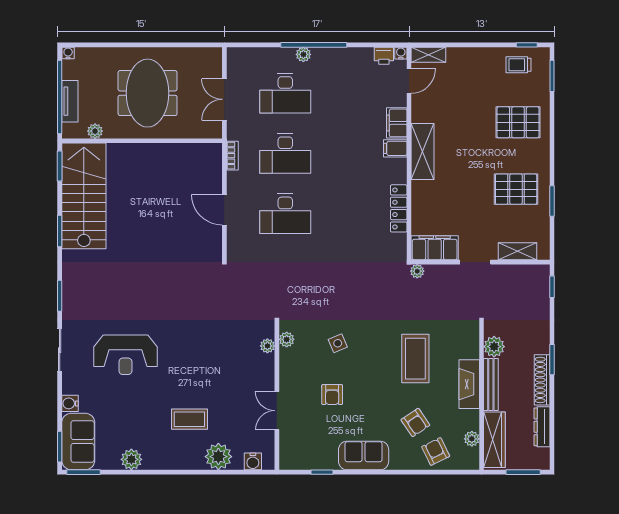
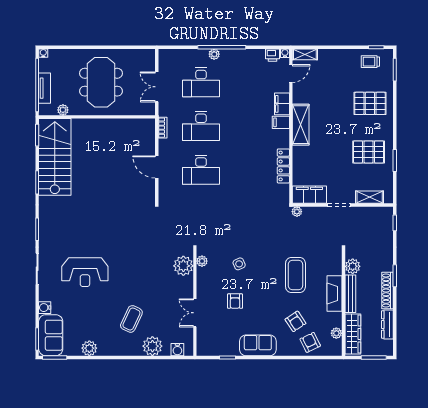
plant: (267, 346) -> (183, 266), width x1.87, depth x1.87
coffee table: (189, 419) -> (131, 319), turned -65

